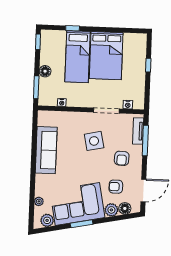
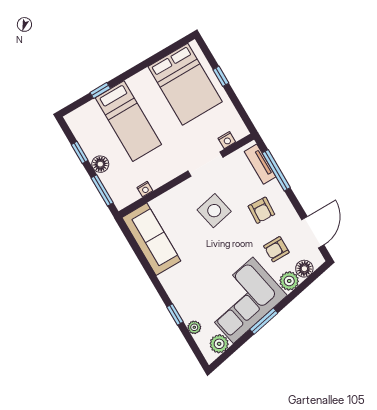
window: (38, 42) -> (80, 152), moved
bed: (106, 56) -> (185, 84), moved
sofa: (46, 150) -> (151, 239), moved
window: (32, 187) -> (175, 314), added

